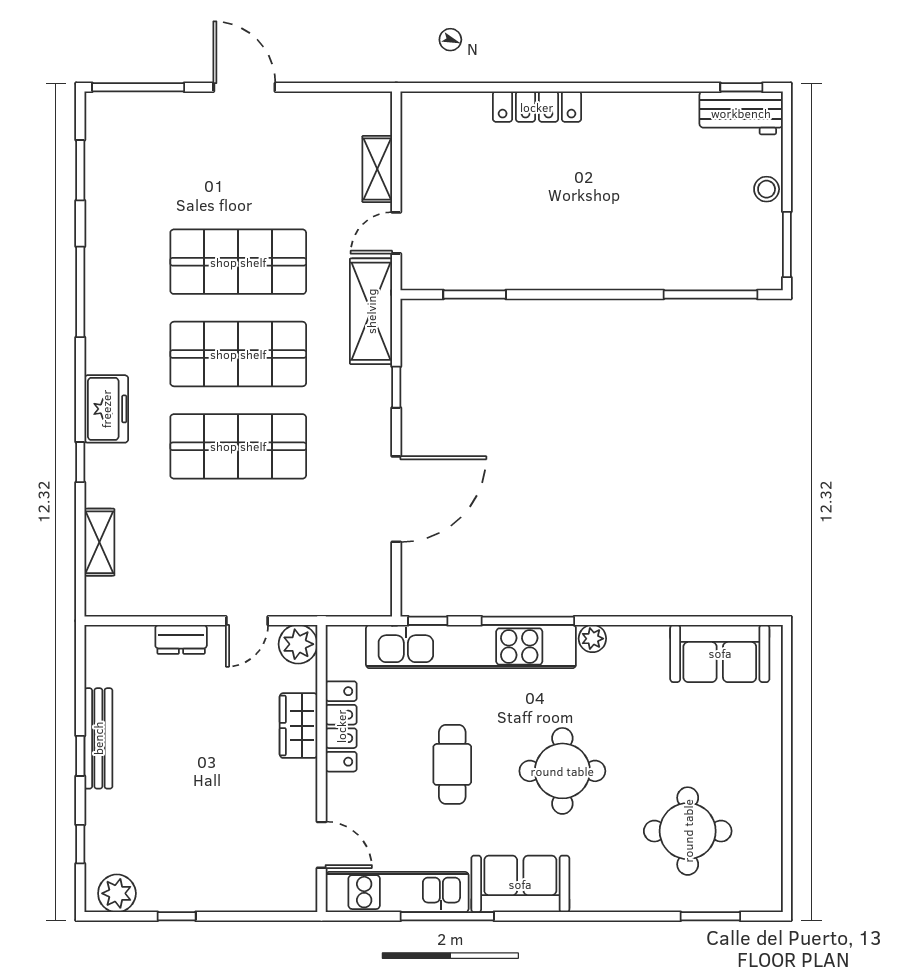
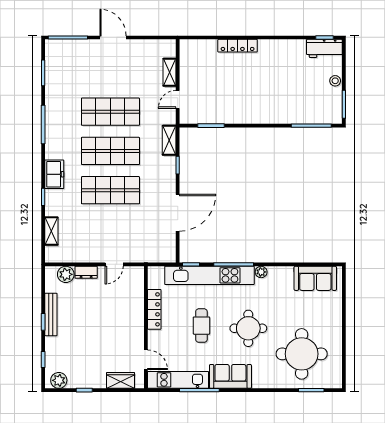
shelving: (371, 311) -> (169, 140), width x0.67, depth x0.75
plant: (298, 644) -> (66, 274), moved
wardrobe: (299, 726) -> (121, 380), moved, turned 90
round table: (688, 831) -> (302, 354), width x1.36, depth x1.36

